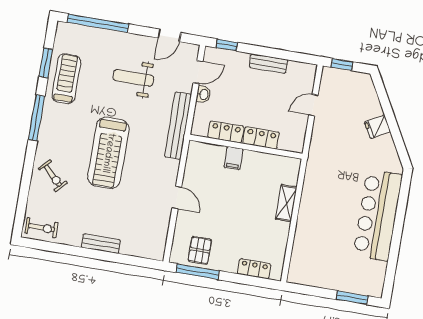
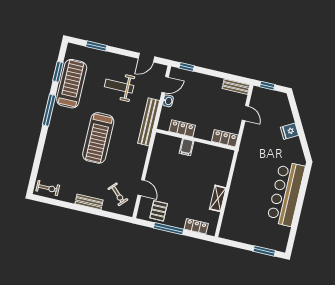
window: (98, 23) -> (96, 46), width x0.47
bench: (268, 64) -> (236, 87), moved
treadmill: (66, 79) -> (72, 84), width x1.37, depth x1.38
door: (313, 105) -> (245, 113), swing flipped
locker: (261, 138) -> (225, 138), moved
exercise bike: (53, 176) -> (118, 194), moved
door: (177, 197) -> (141, 188), moved
shelving: (286, 203) -> (218, 198), moved
window: (198, 272) -> (169, 229), moved

